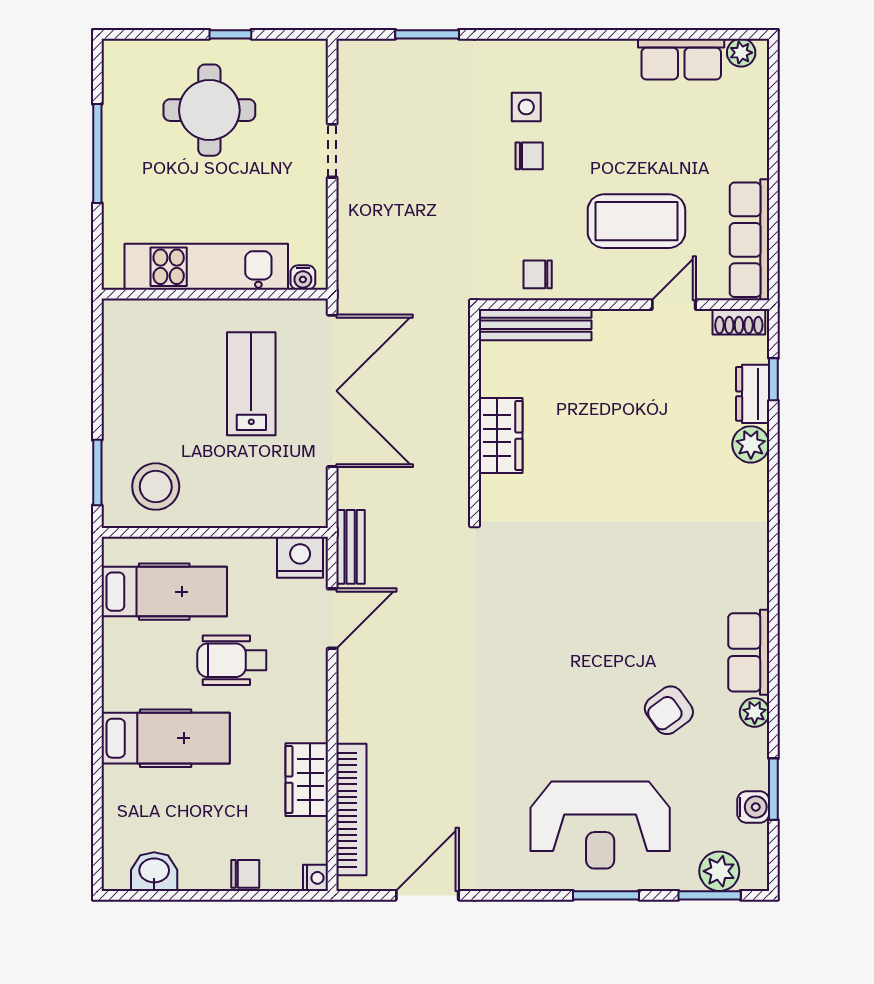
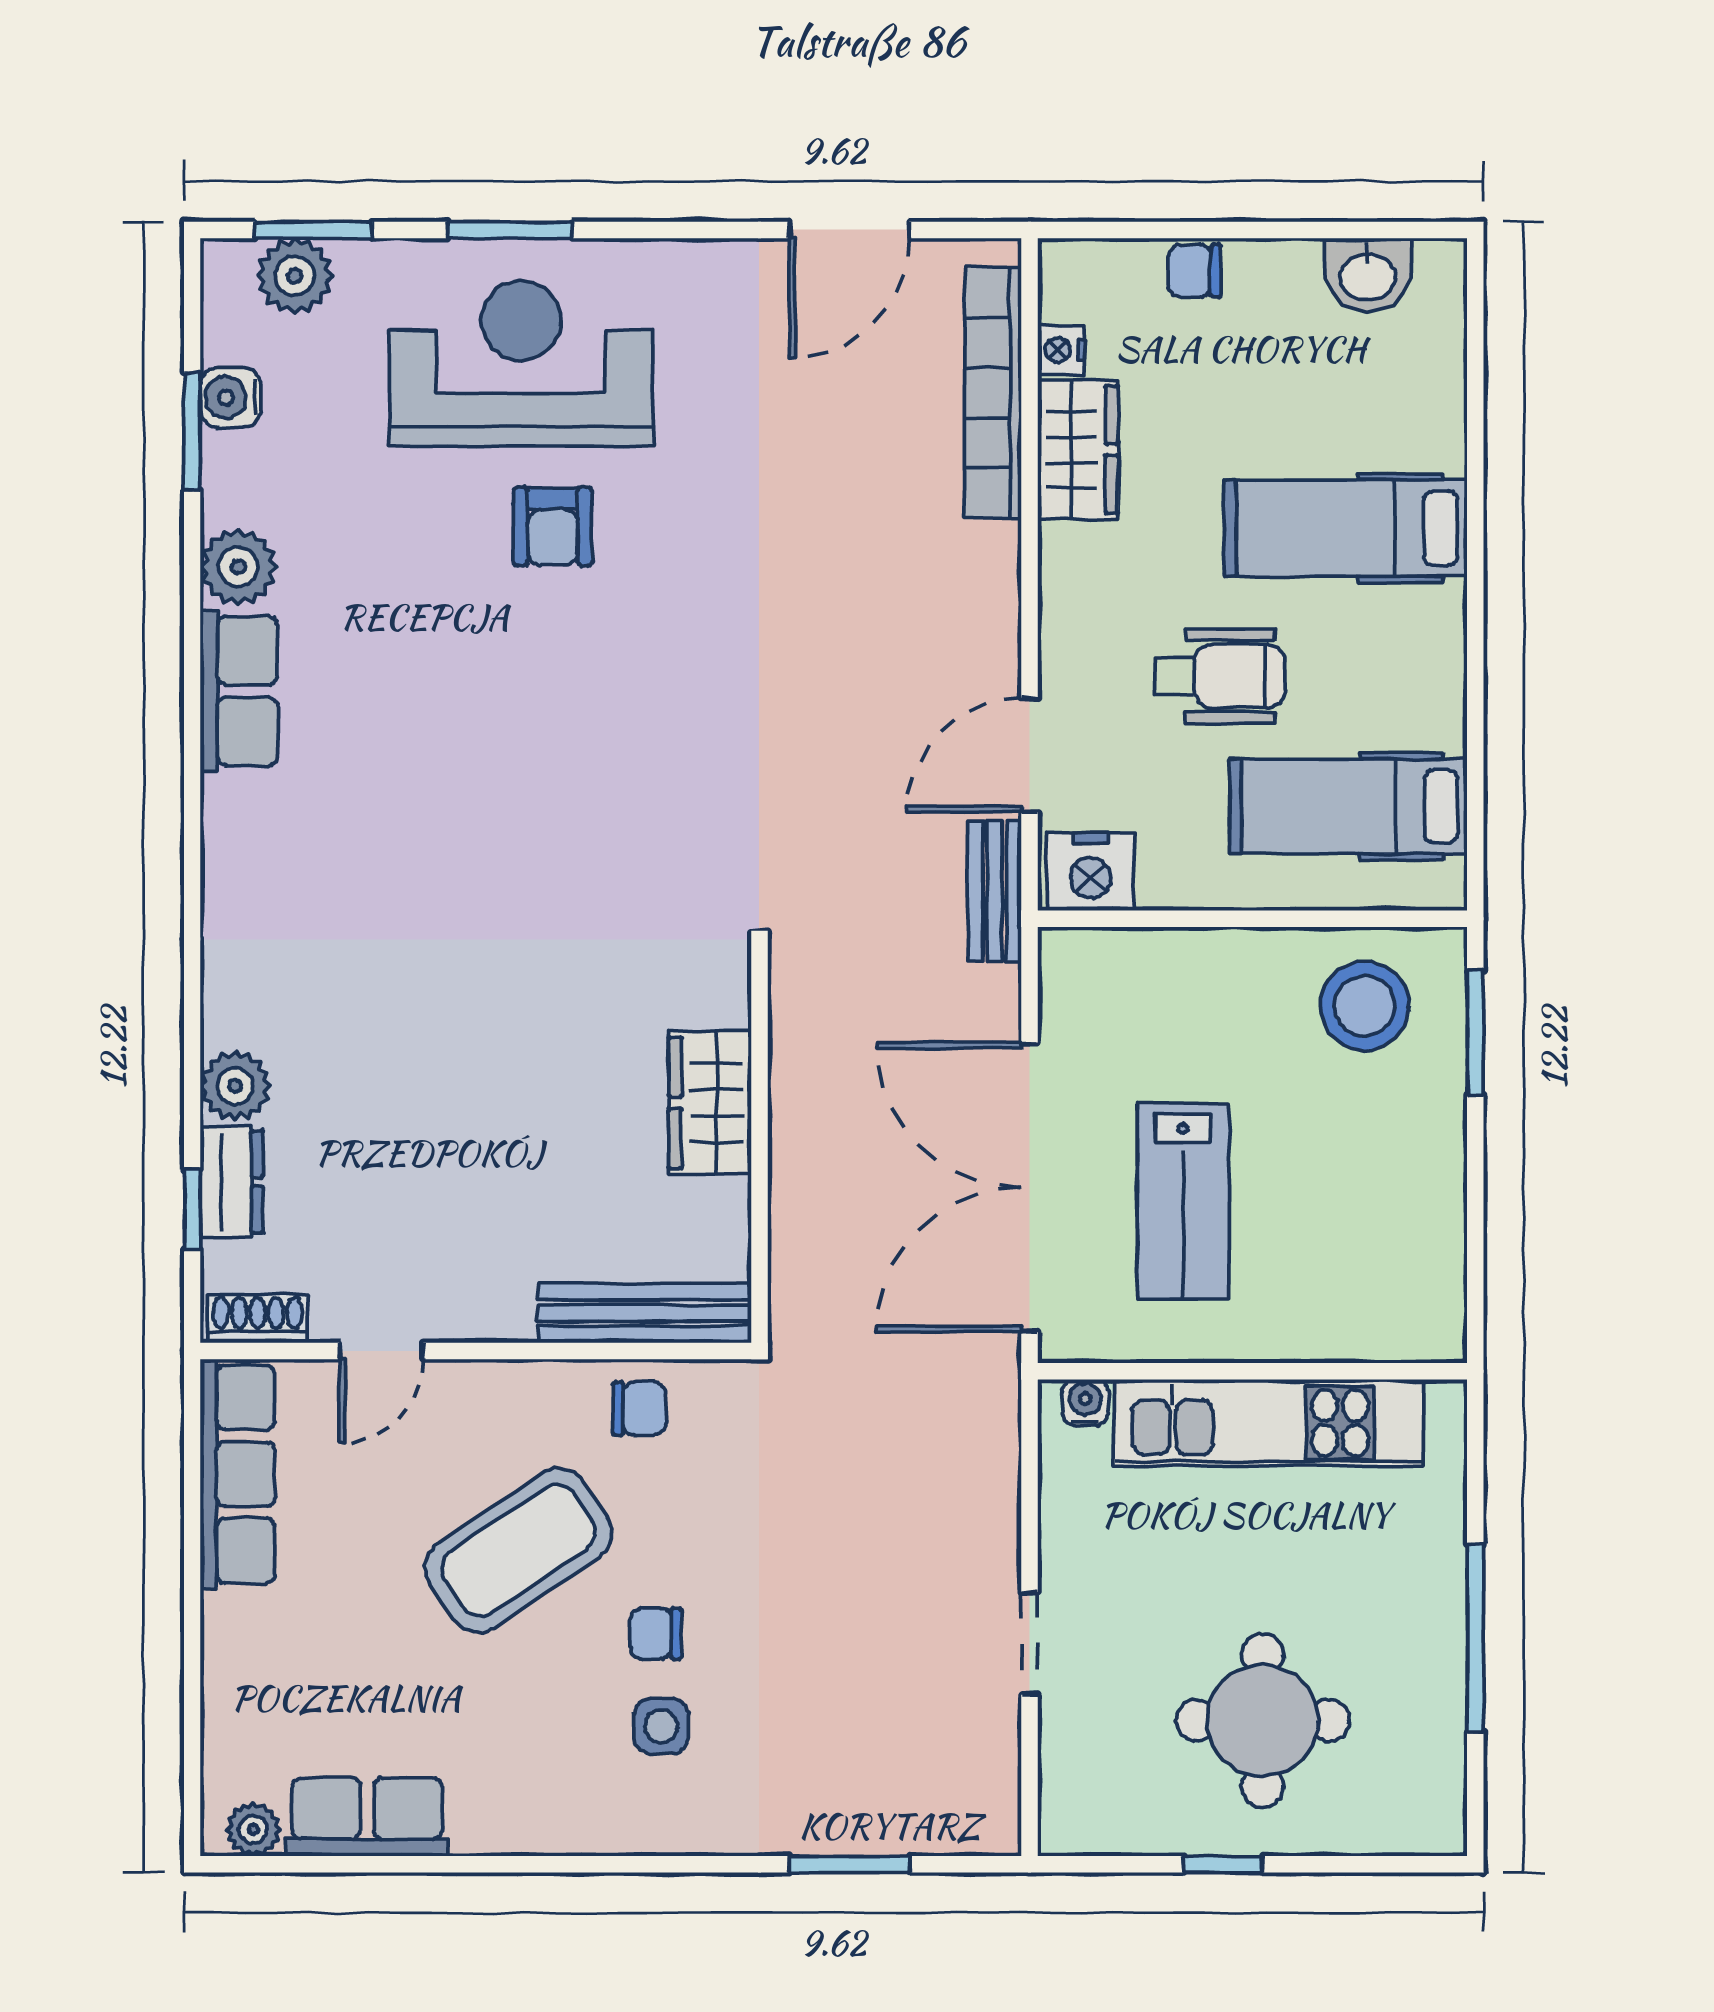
coffee table: (636, 221) -> (519, 1550), moved, turned -34
armchair: (669, 710) -> (553, 526), moved, turned 126
plant: (755, 712) -> (238, 567), width x1.38, depth x1.38
nightstand: (315, 878) -> (1061, 350), moved

